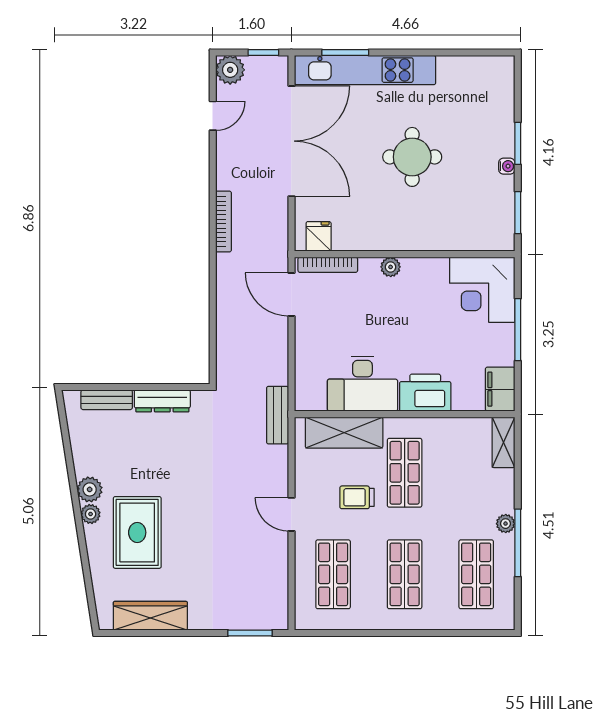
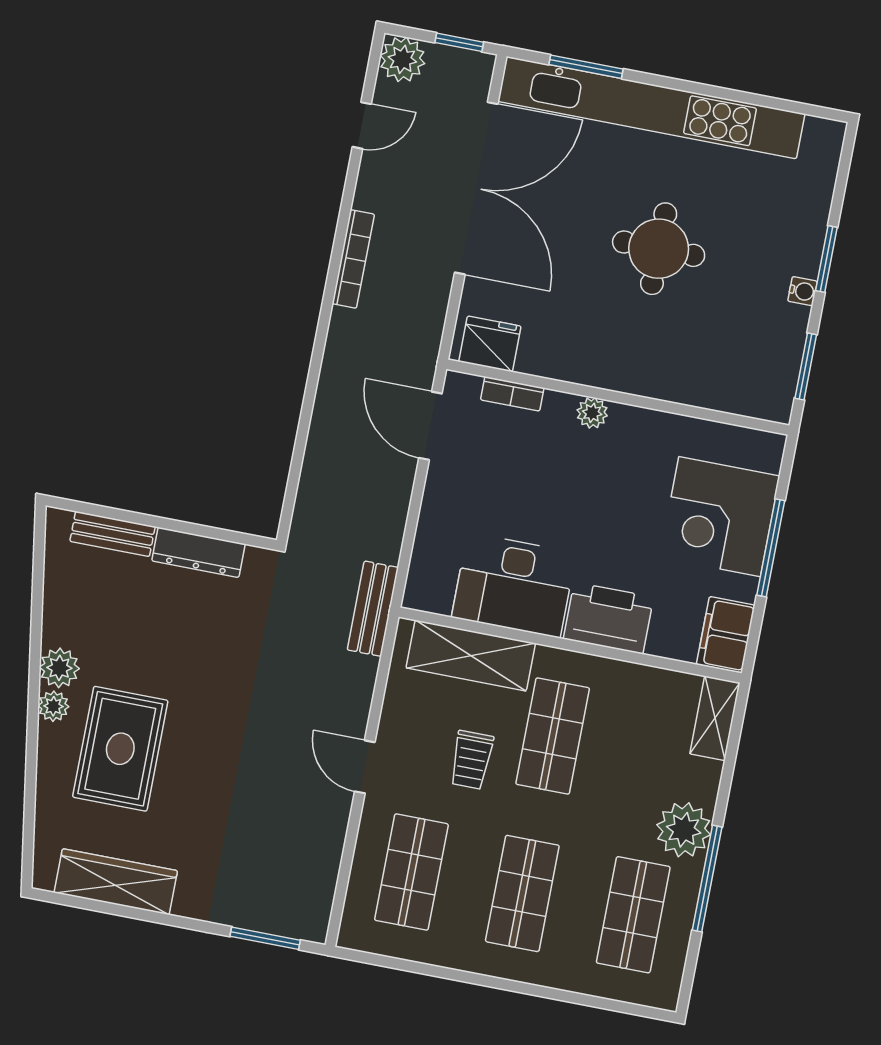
kitchen unit: (365, 70) -> (651, 108), width x1.36
bookcase: (223, 222) -> (353, 259), moved
fridge: (319, 236) -> (490, 344), width x1.38
bookcase: (328, 265) -> (512, 394), width x0.64
corner desk: (482, 290) -> (720, 517), moved
trolley: (357, 497) -> (471, 760), turned -90
plant: (506, 524) -> (684, 830), width x1.87, depth x1.87

